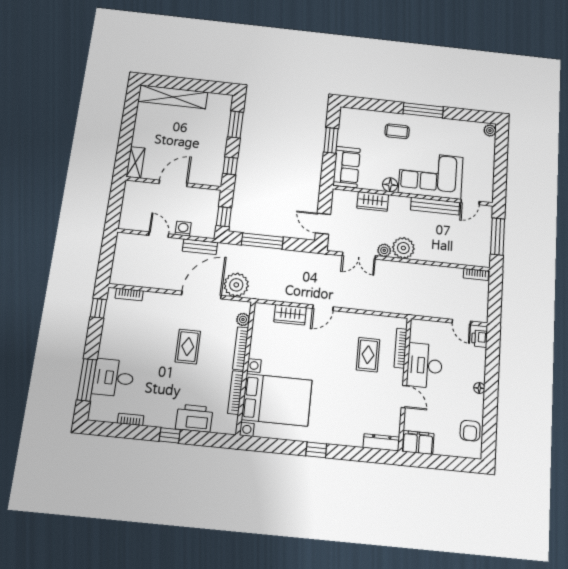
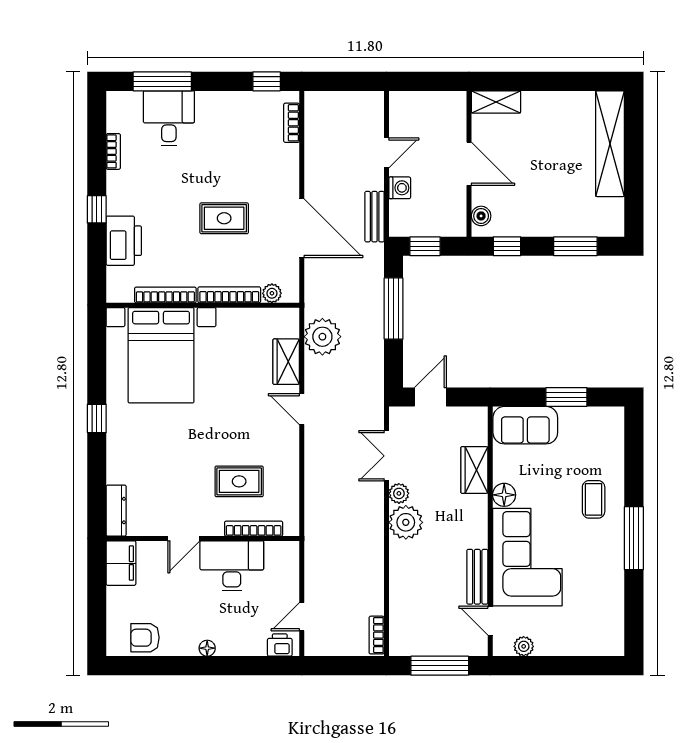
plant: (490, 131) -> (524, 646), moved
boiler: (208, 180) -> (481, 216), added
bench: (435, 206) -> (477, 577), width x0.73
plant: (236, 285) -> (322, 337), moved

